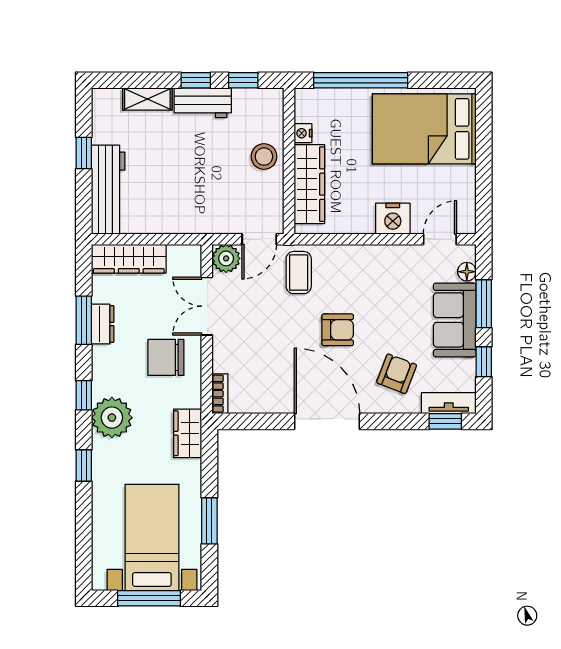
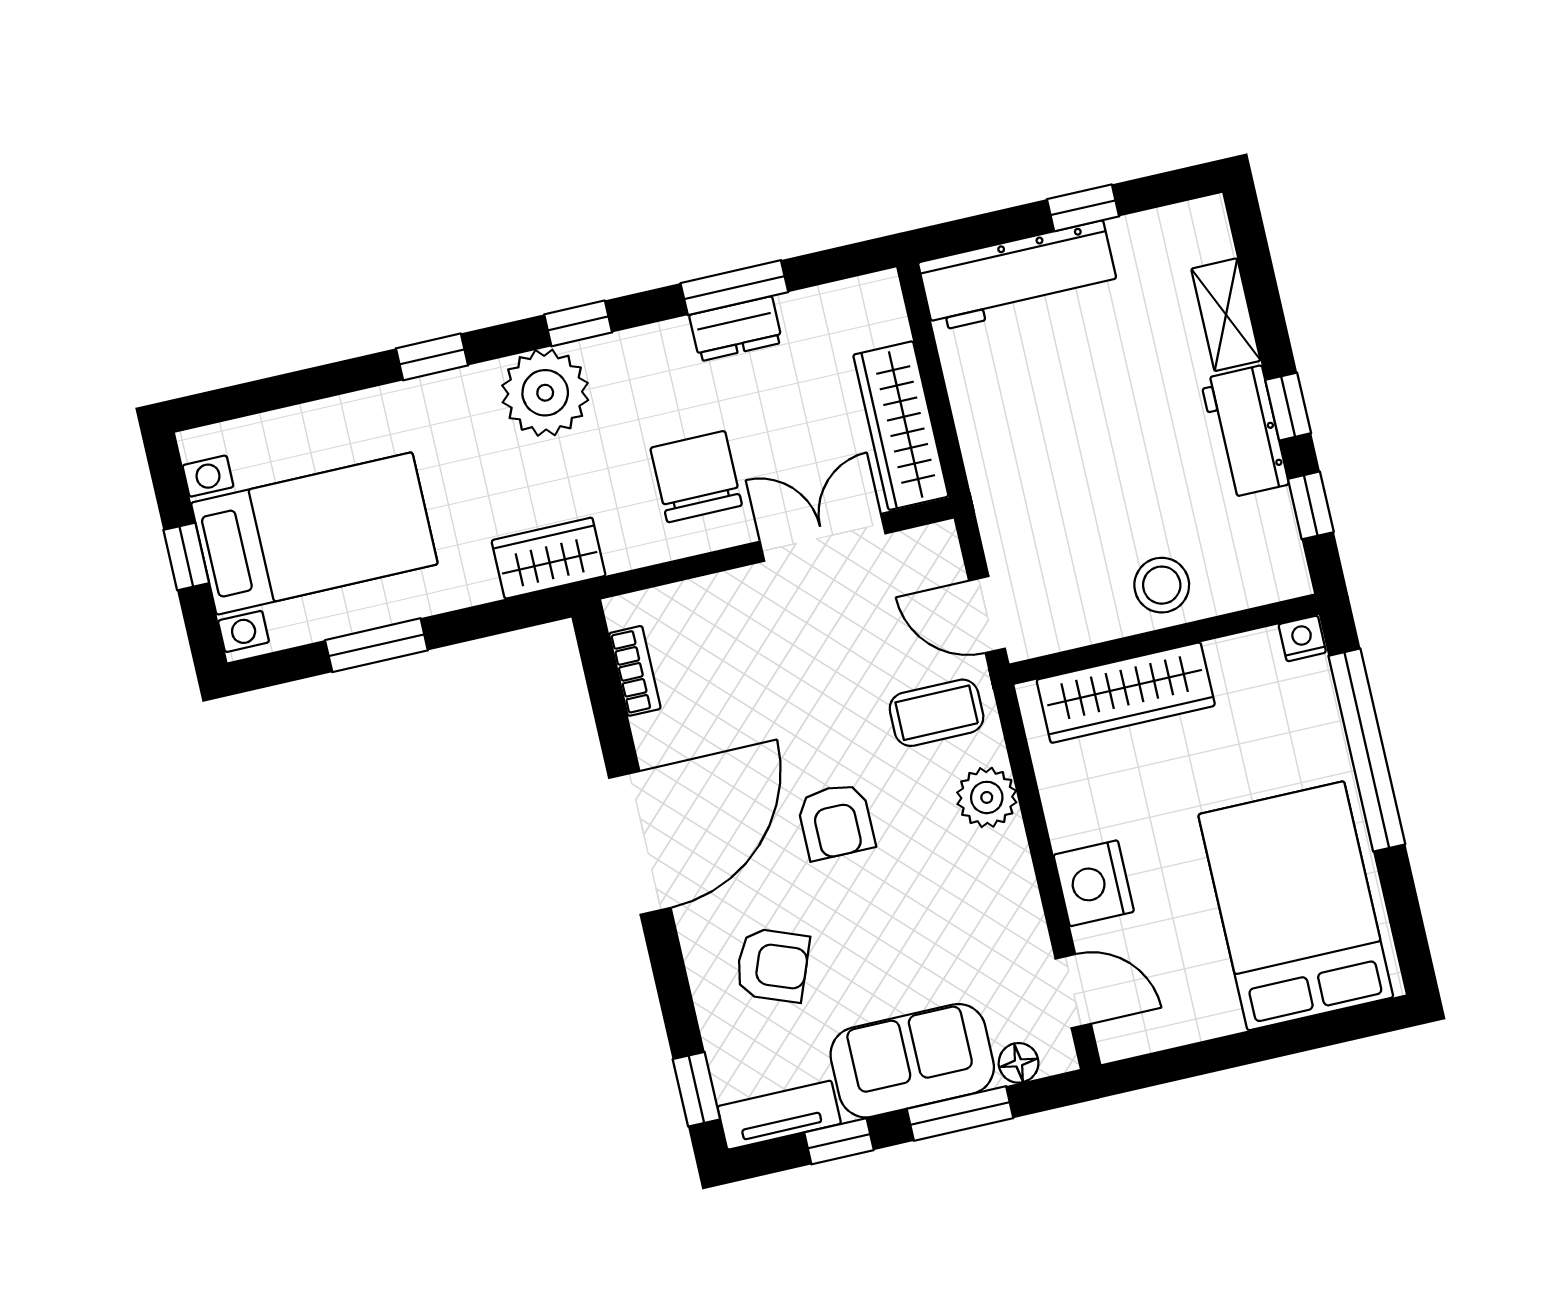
nightstand: (303, 133) -> (1302, 638), moved
plant: (226, 258) -> (987, 797), moved
wardrobe: (129, 259) -> (901, 426), moved
bookcase: (220, 394) -> (635, 671), moved, turned -90
tv unit: (449, 403) -> (779, 1115), moved, turned -90
window: (149, 598) -> (186, 556), width x0.46

